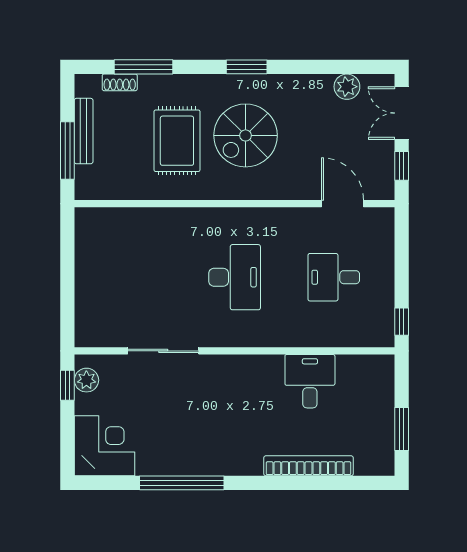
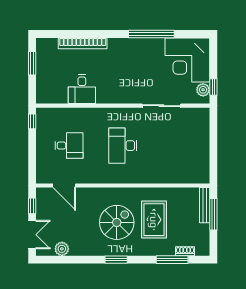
bench: (84, 131) -> (205, 205), moved
corner desk: (105, 446) -> (187, 60), width x1.36, depth x1.36

